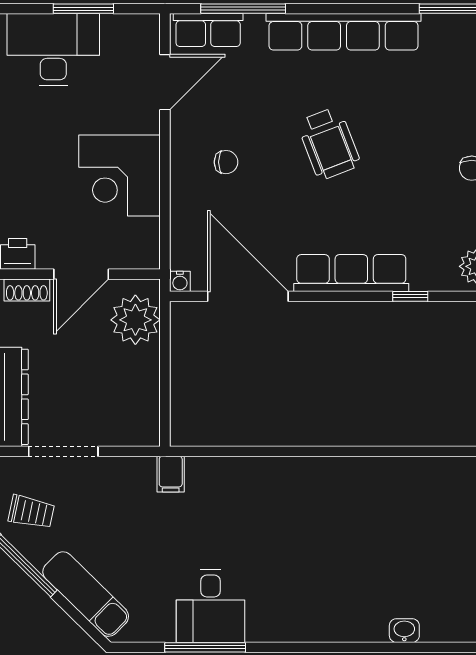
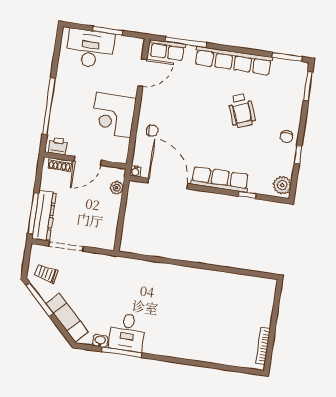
wheelchair: (329, 143) -> (242, 111), moved
chair: (226, 162) -> (152, 131), moved
plant: (135, 320) -> (117, 188), width x0.53, depth x0.53
filing cabinet: (171, 474) -> (117, 265), removed
trolley: (31, 512) -> (46, 274), turned 180
washbasin: (404, 631) -> (100, 341), moved

